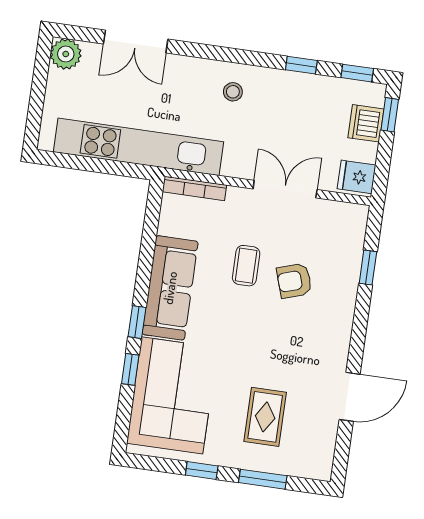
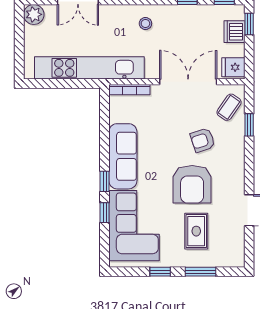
double door: (285, 189) -> (188, 82), width x1.37
coffee table: (246, 266) -> (229, 107), moved, turned 35
armchair: (269, 345) -> (192, 184), added

